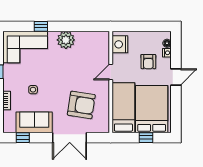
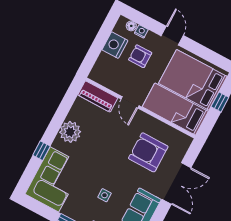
nightstand: (120, 44) -> (115, 45), moved, turned 90
piano: (102, 46) -> (98, 96), added
armchair: (148, 62) -> (140, 56), turned 180
armchair: (81, 105) -> (148, 152), turned -99

